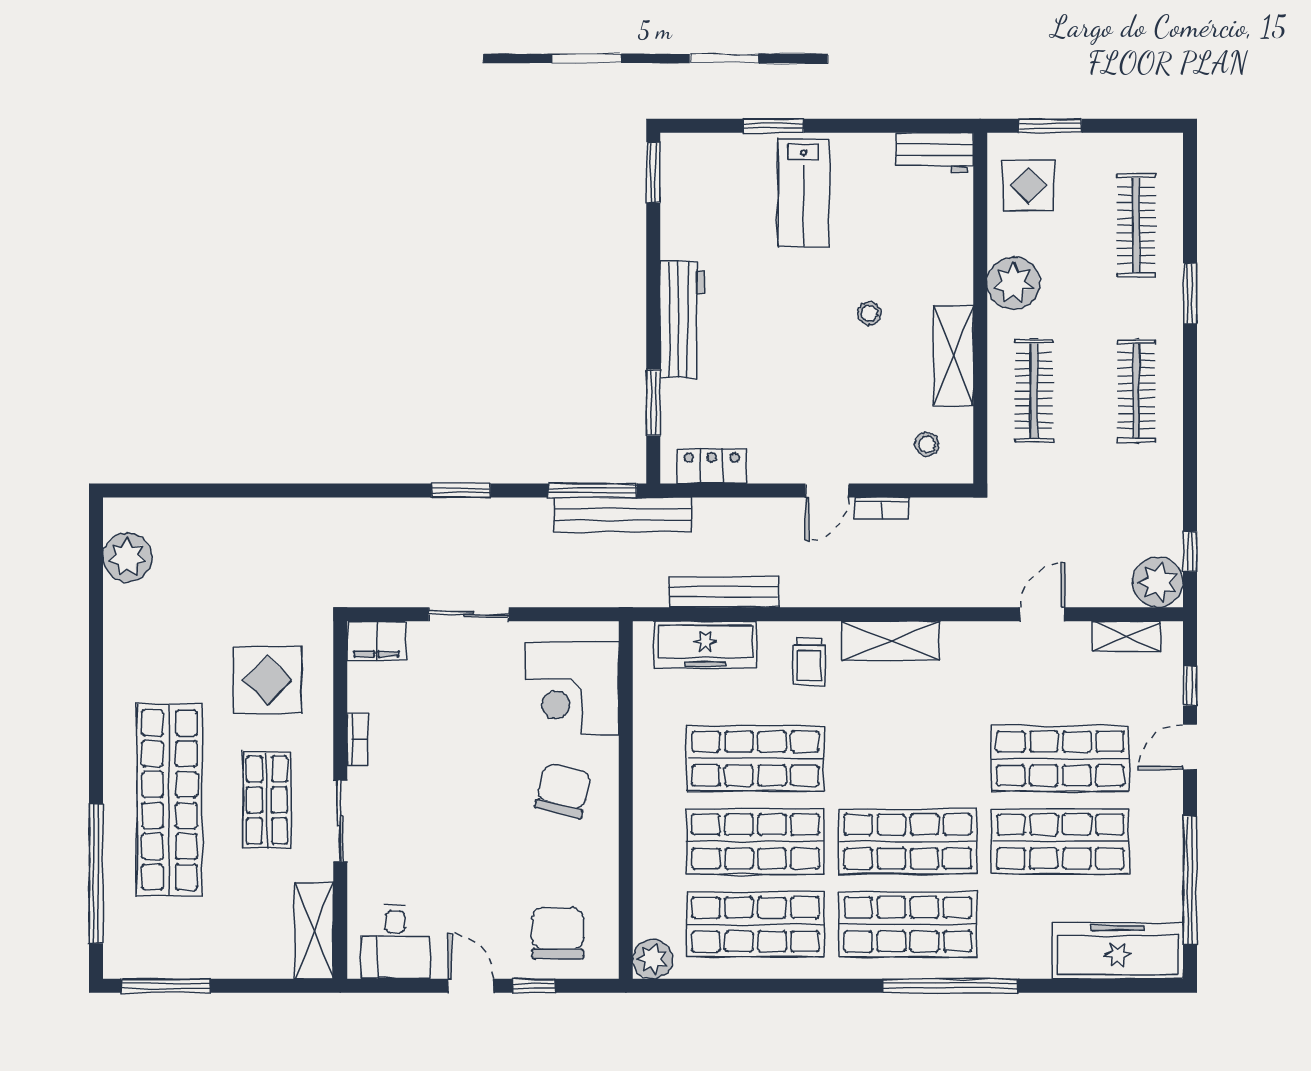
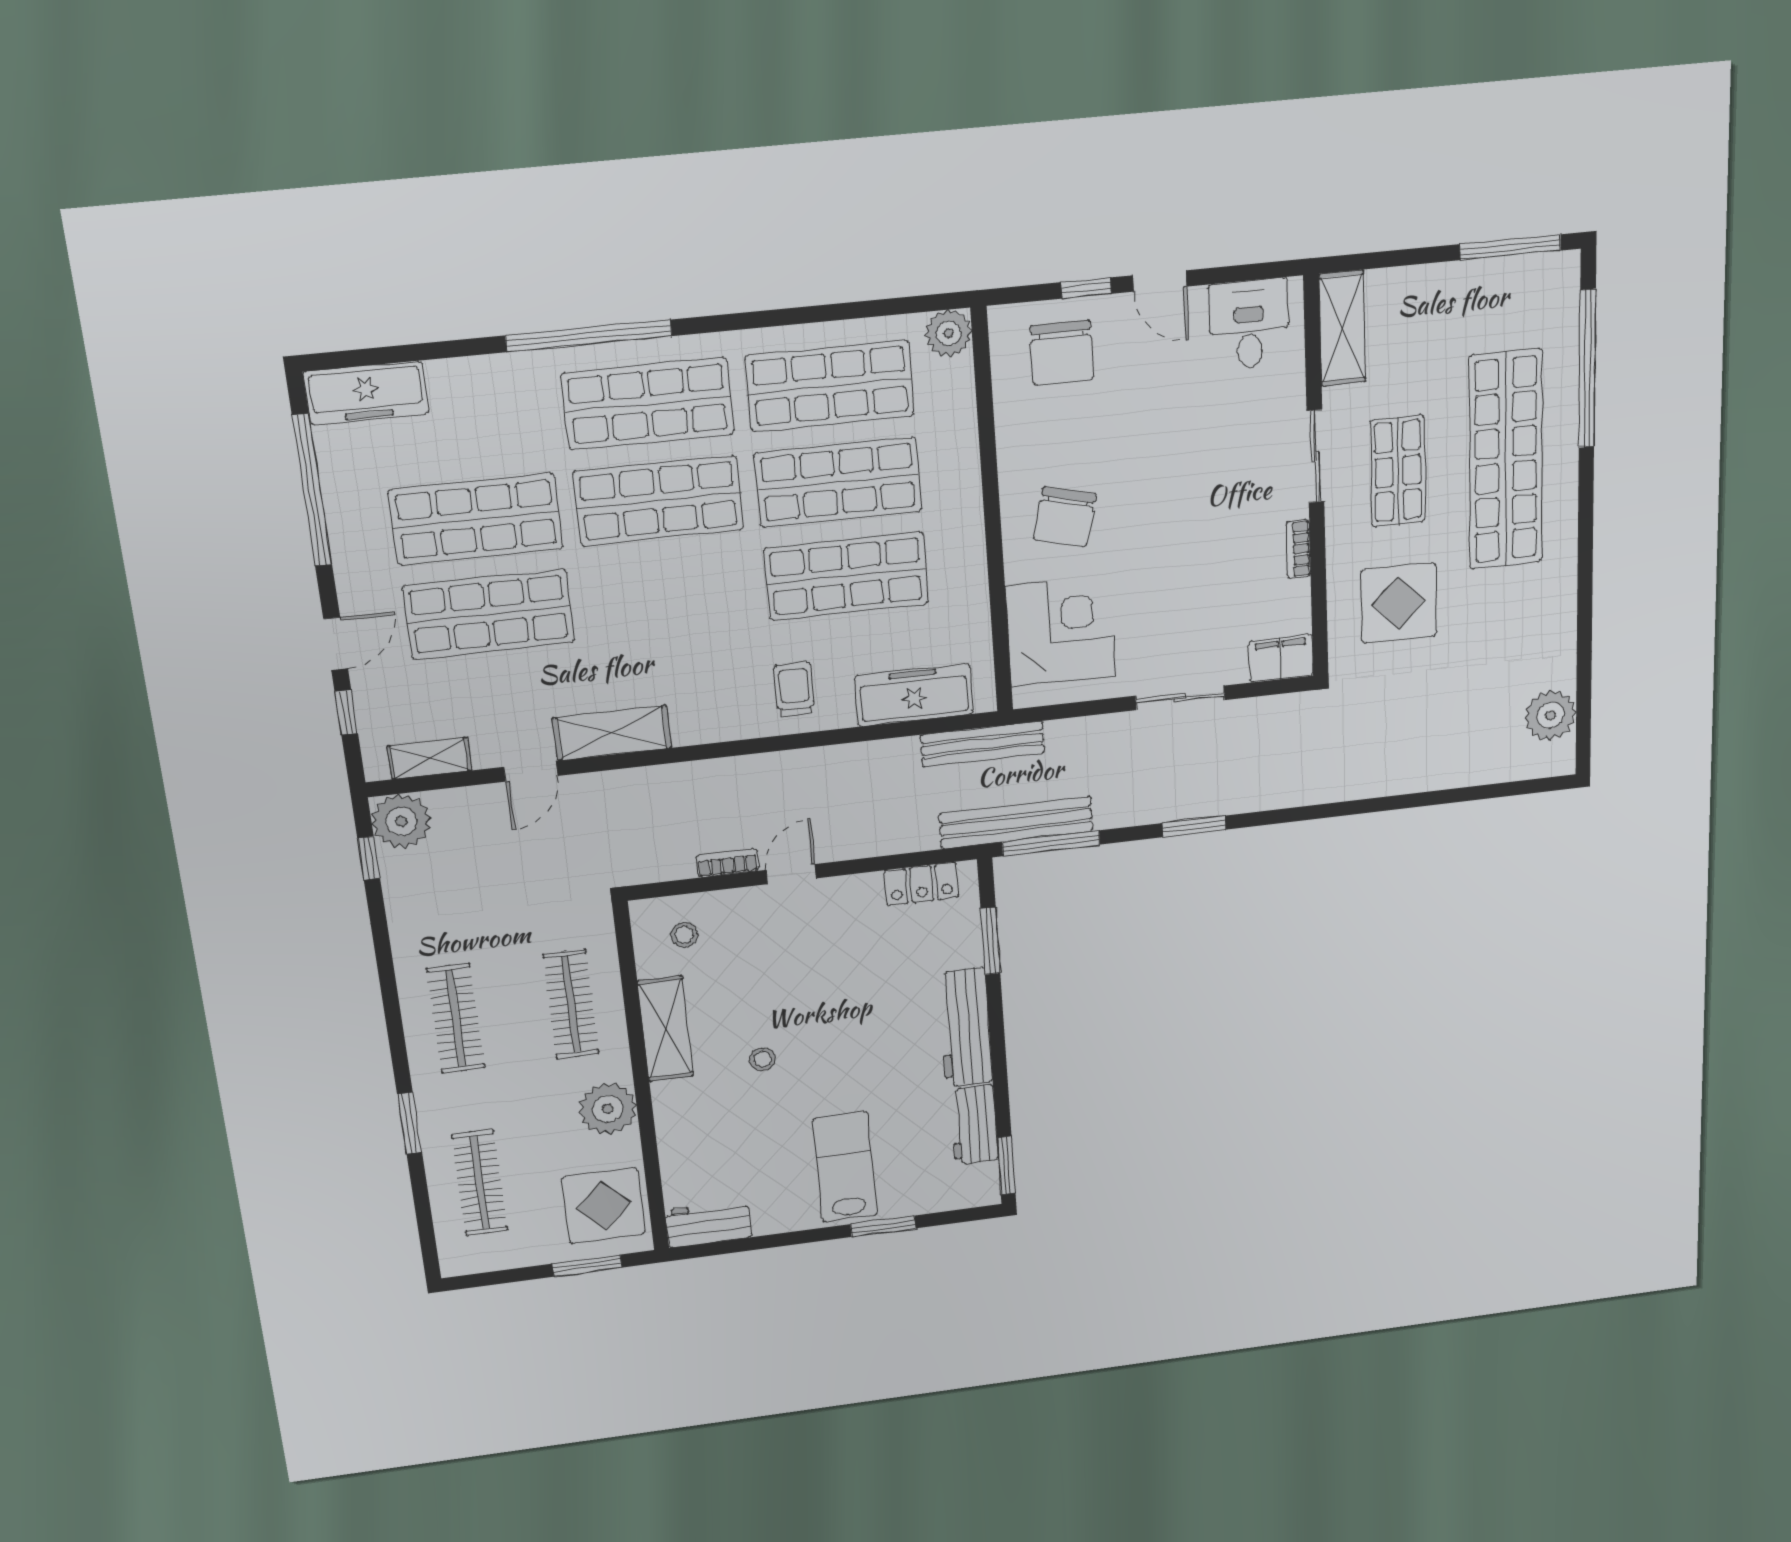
display table: (1028, 186) -> (603, 1206), width x1.36, depth x1.36
workbench: (681, 219) -> (974, 1125), added
bench: (724, 592) -> (982, 744), moved
shelving: (891, 641) -> (612, 733), moved
freezer: (1118, 951) -> (366, 393), width x0.73, depth x0.79

